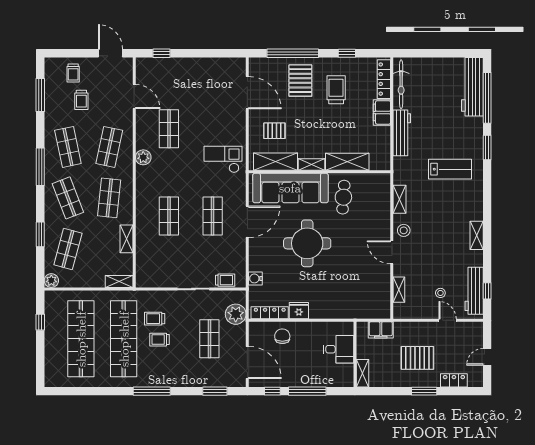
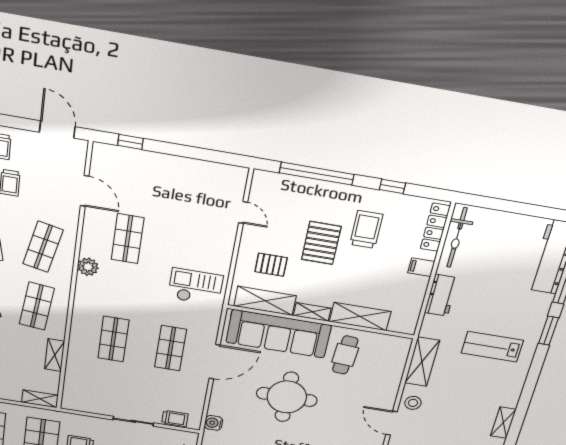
pallet: (300, 81) -> (321, 243), moved
door: (247, 93) -> (243, 212), width x0.53
filing cabinet: (382, 112) -> (421, 267), width x0.50
workbench: (402, 133) -> (441, 295), width x0.73
lab bench: (450, 169) -> (492, 347), turned 180
shelving: (400, 199) -> (422, 362), width x1.50, depth x1.33

